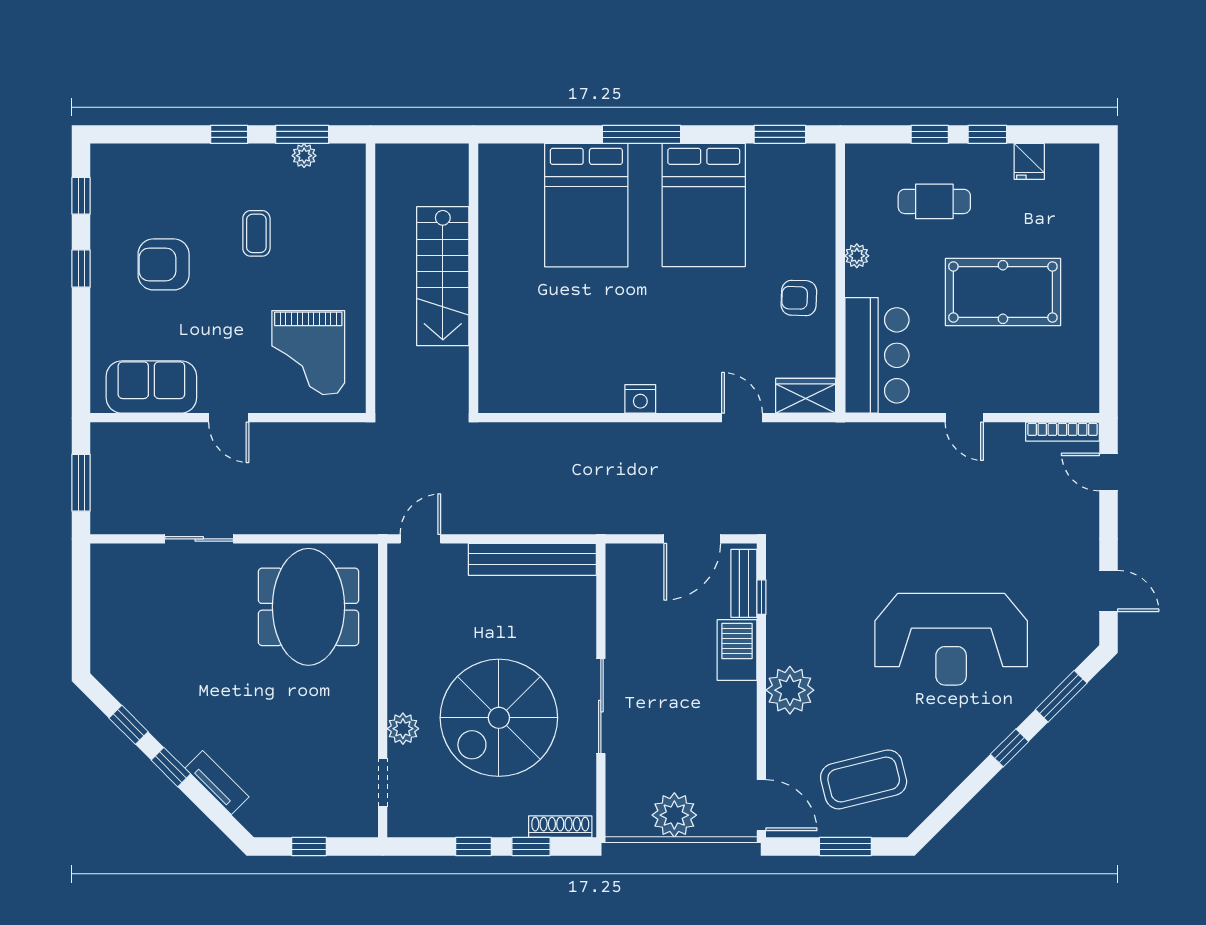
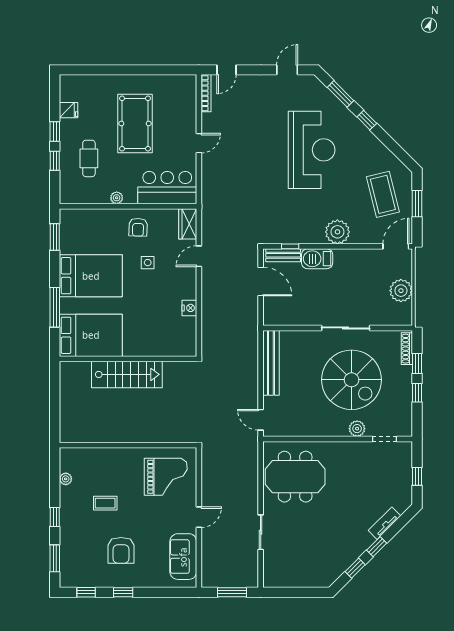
window: (302, 134) -> (55, 558), moved
stairs: (443, 276) -> (127, 374), moved
wall: (474, 278) -> (128, 359), moved
side table: (729, 317) -> (148, 263), added

